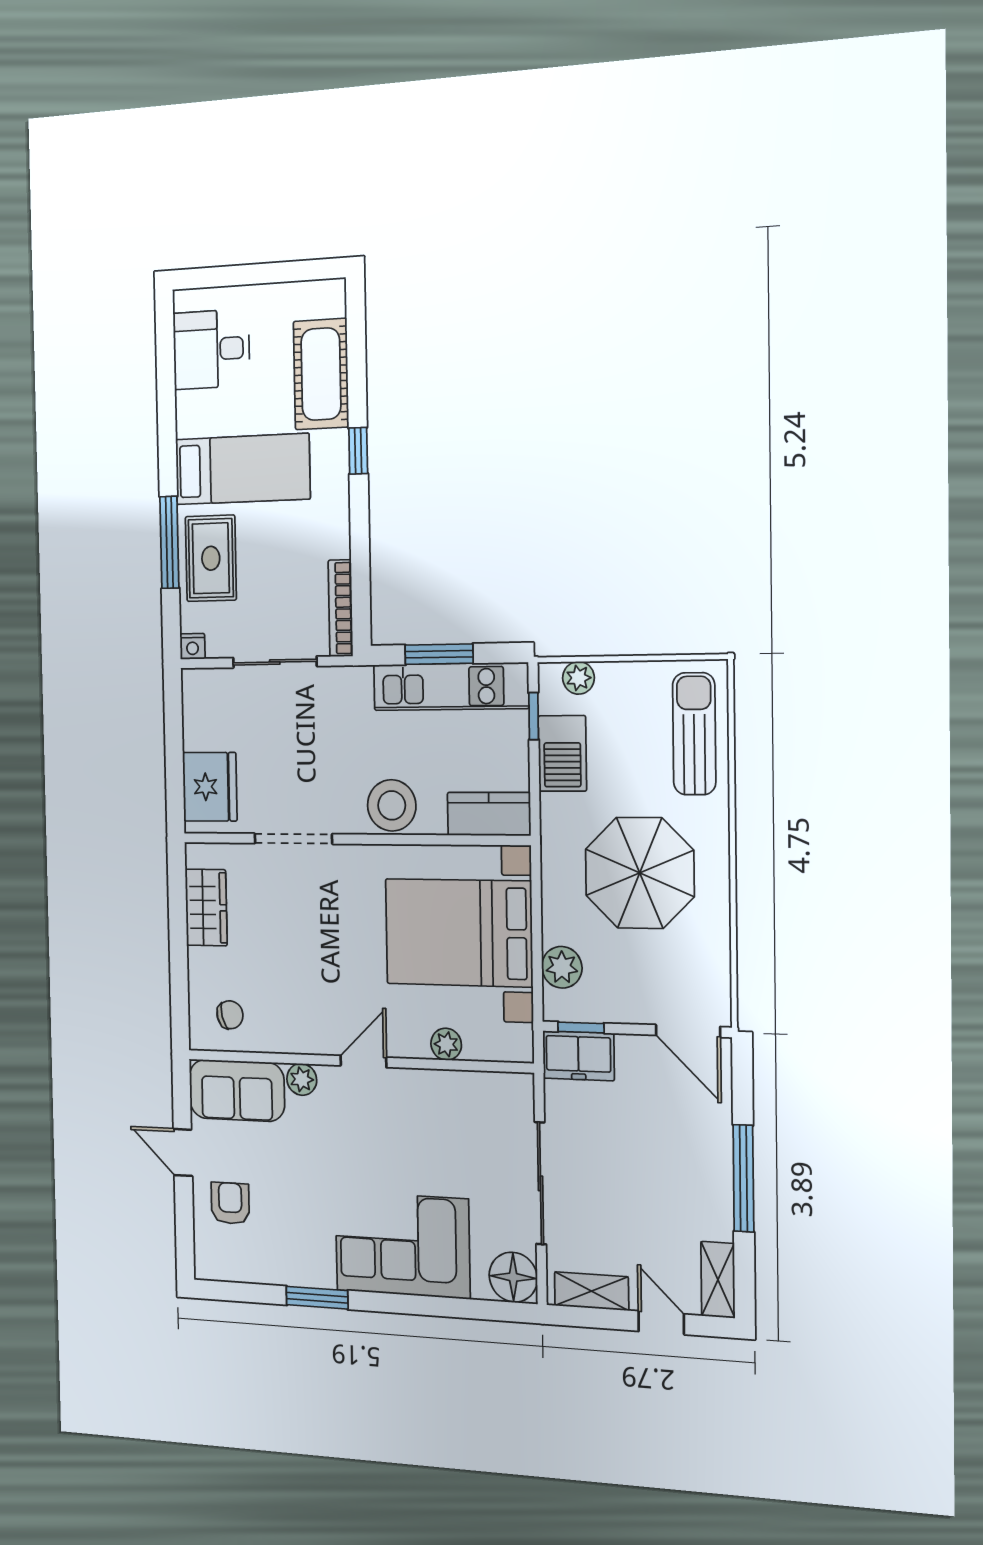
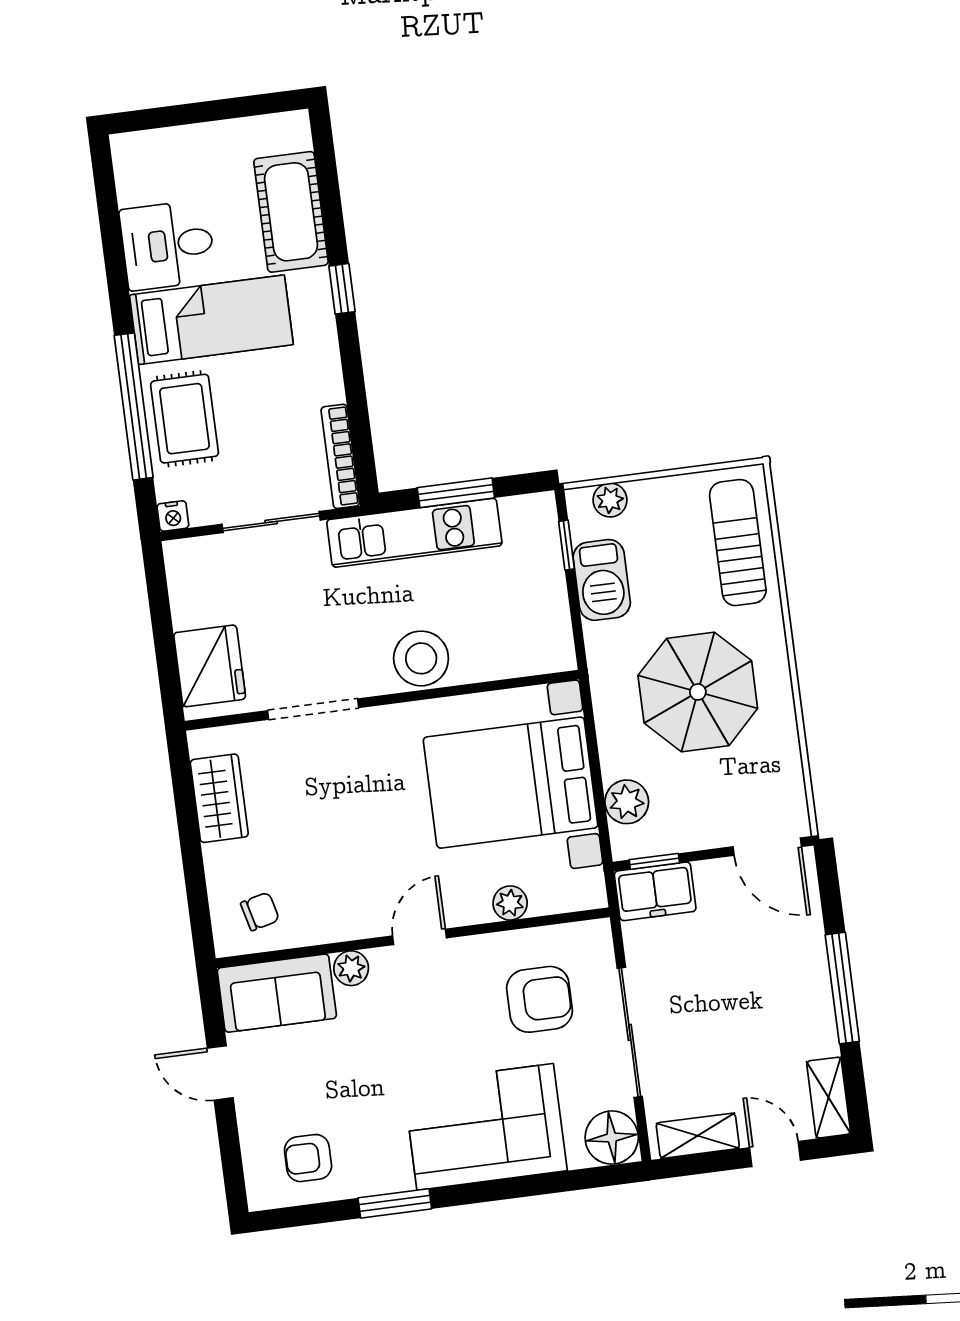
desk: (211, 349) -> (168, 245), moved
window: (169, 542) -> (134, 406), width x1.46
kitchen unit: (451, 687) -> (414, 533), moved
kitchen counter: (489, 814) -> (530, 653), removed
armchair: (463, 1138) -> (540, 999), added
armchair: (230, 1203) -> (308, 1158), moved, turned -90

